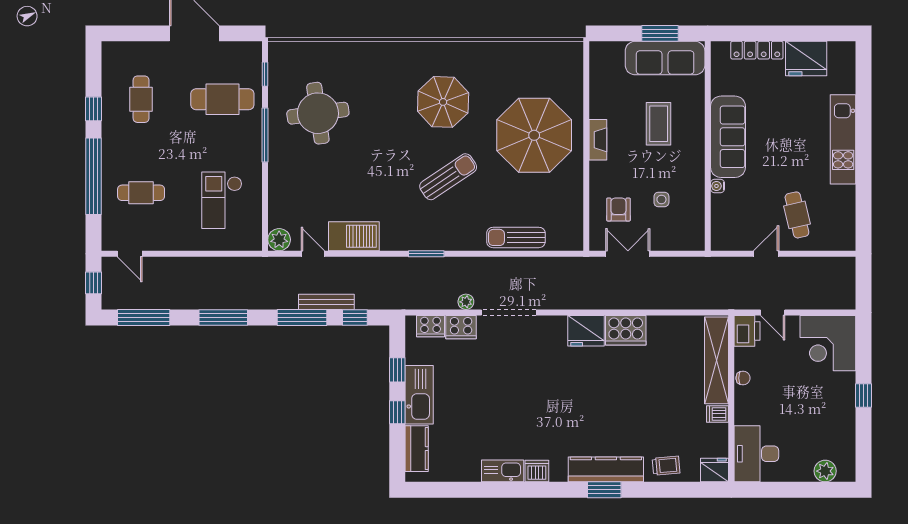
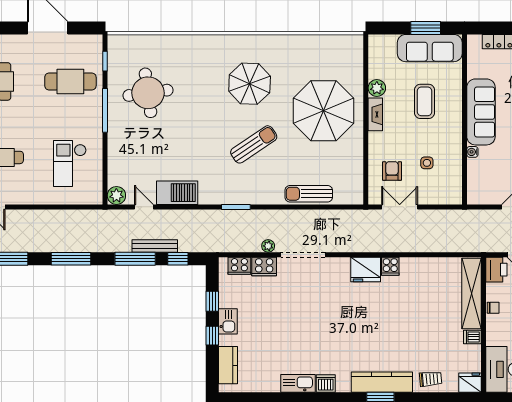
plant: (600, 107) -> (377, 88), added
cooker: (626, 330) -> (390, 266), width x0.53, depth x0.76
kitchen sink: (419, 395) -> (228, 321), width x0.53, depth x0.81

